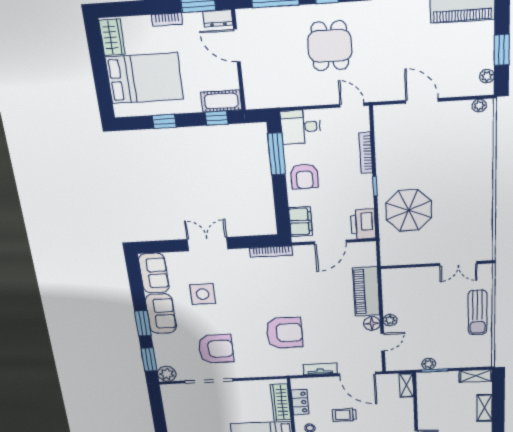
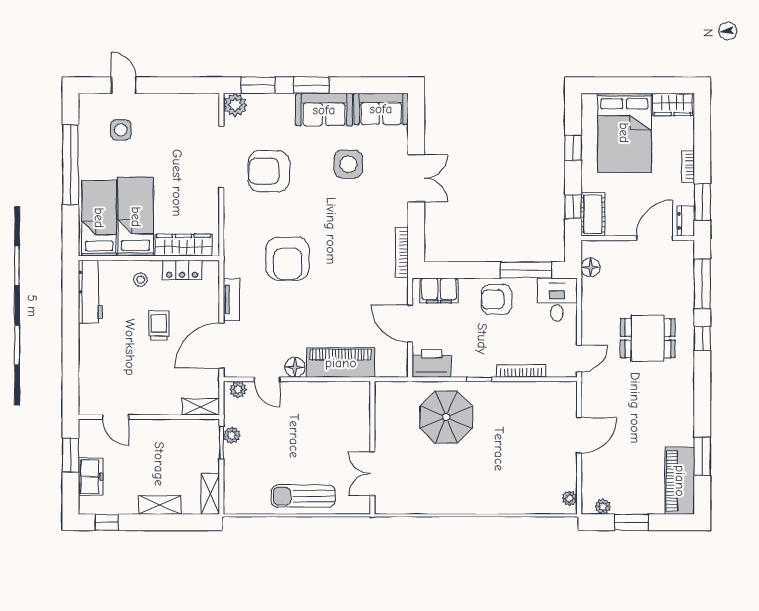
floor lamp: (269, 100) -> (591, 267), added
plant: (390, 320) -> (238, 390), moved
armchair: (216, 349) -> (269, 171), turned 90

